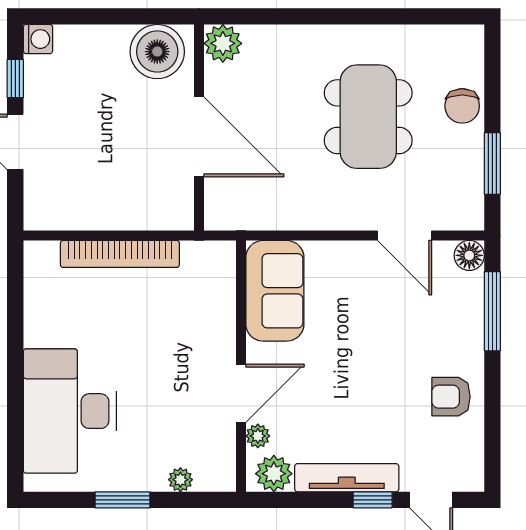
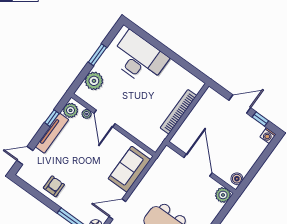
boiler: (157, 52) -> (237, 179), width x0.54, depth x0.54
door: (199, 137) -> (198, 165), swing flipped
sofa: (275, 291) -> (129, 169), moved, turned 90
plant: (180, 480) -> (94, 81), width x1.87, depth x1.87
window: (373, 500) -> (52, 118), moved

